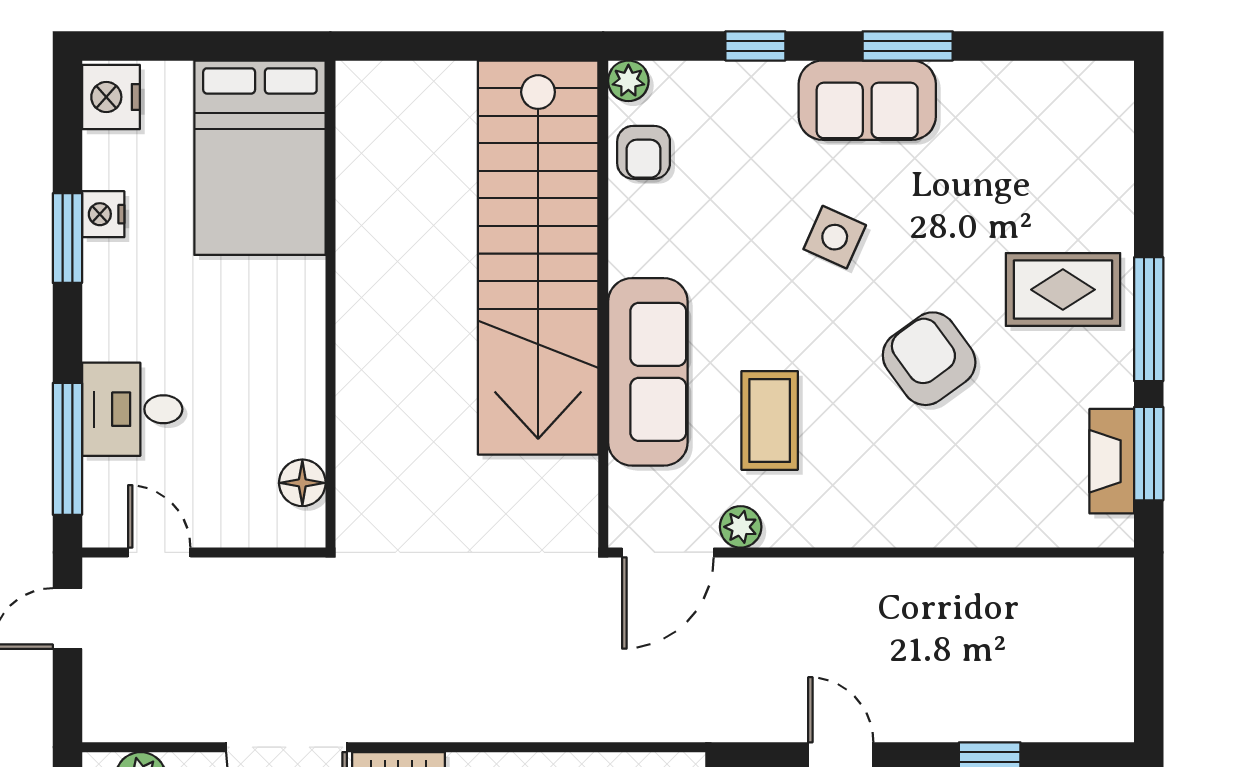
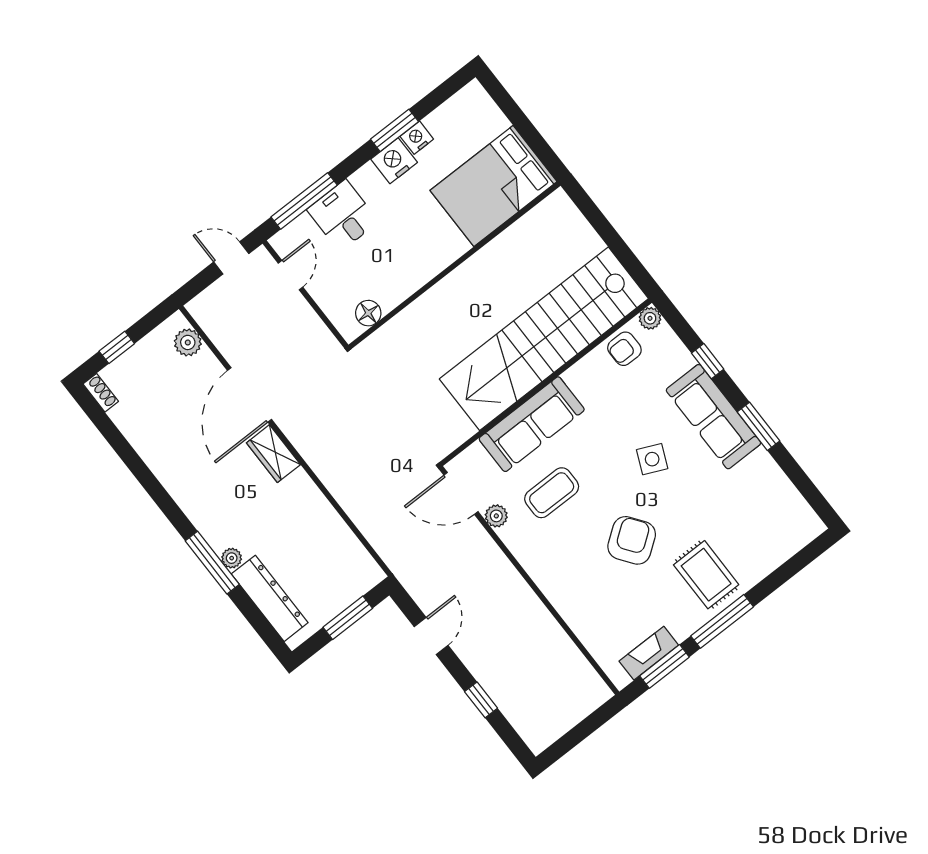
nightstand: (111, 97) -> (394, 161), moved
sofa: (867, 100) -> (713, 417), width x1.36

